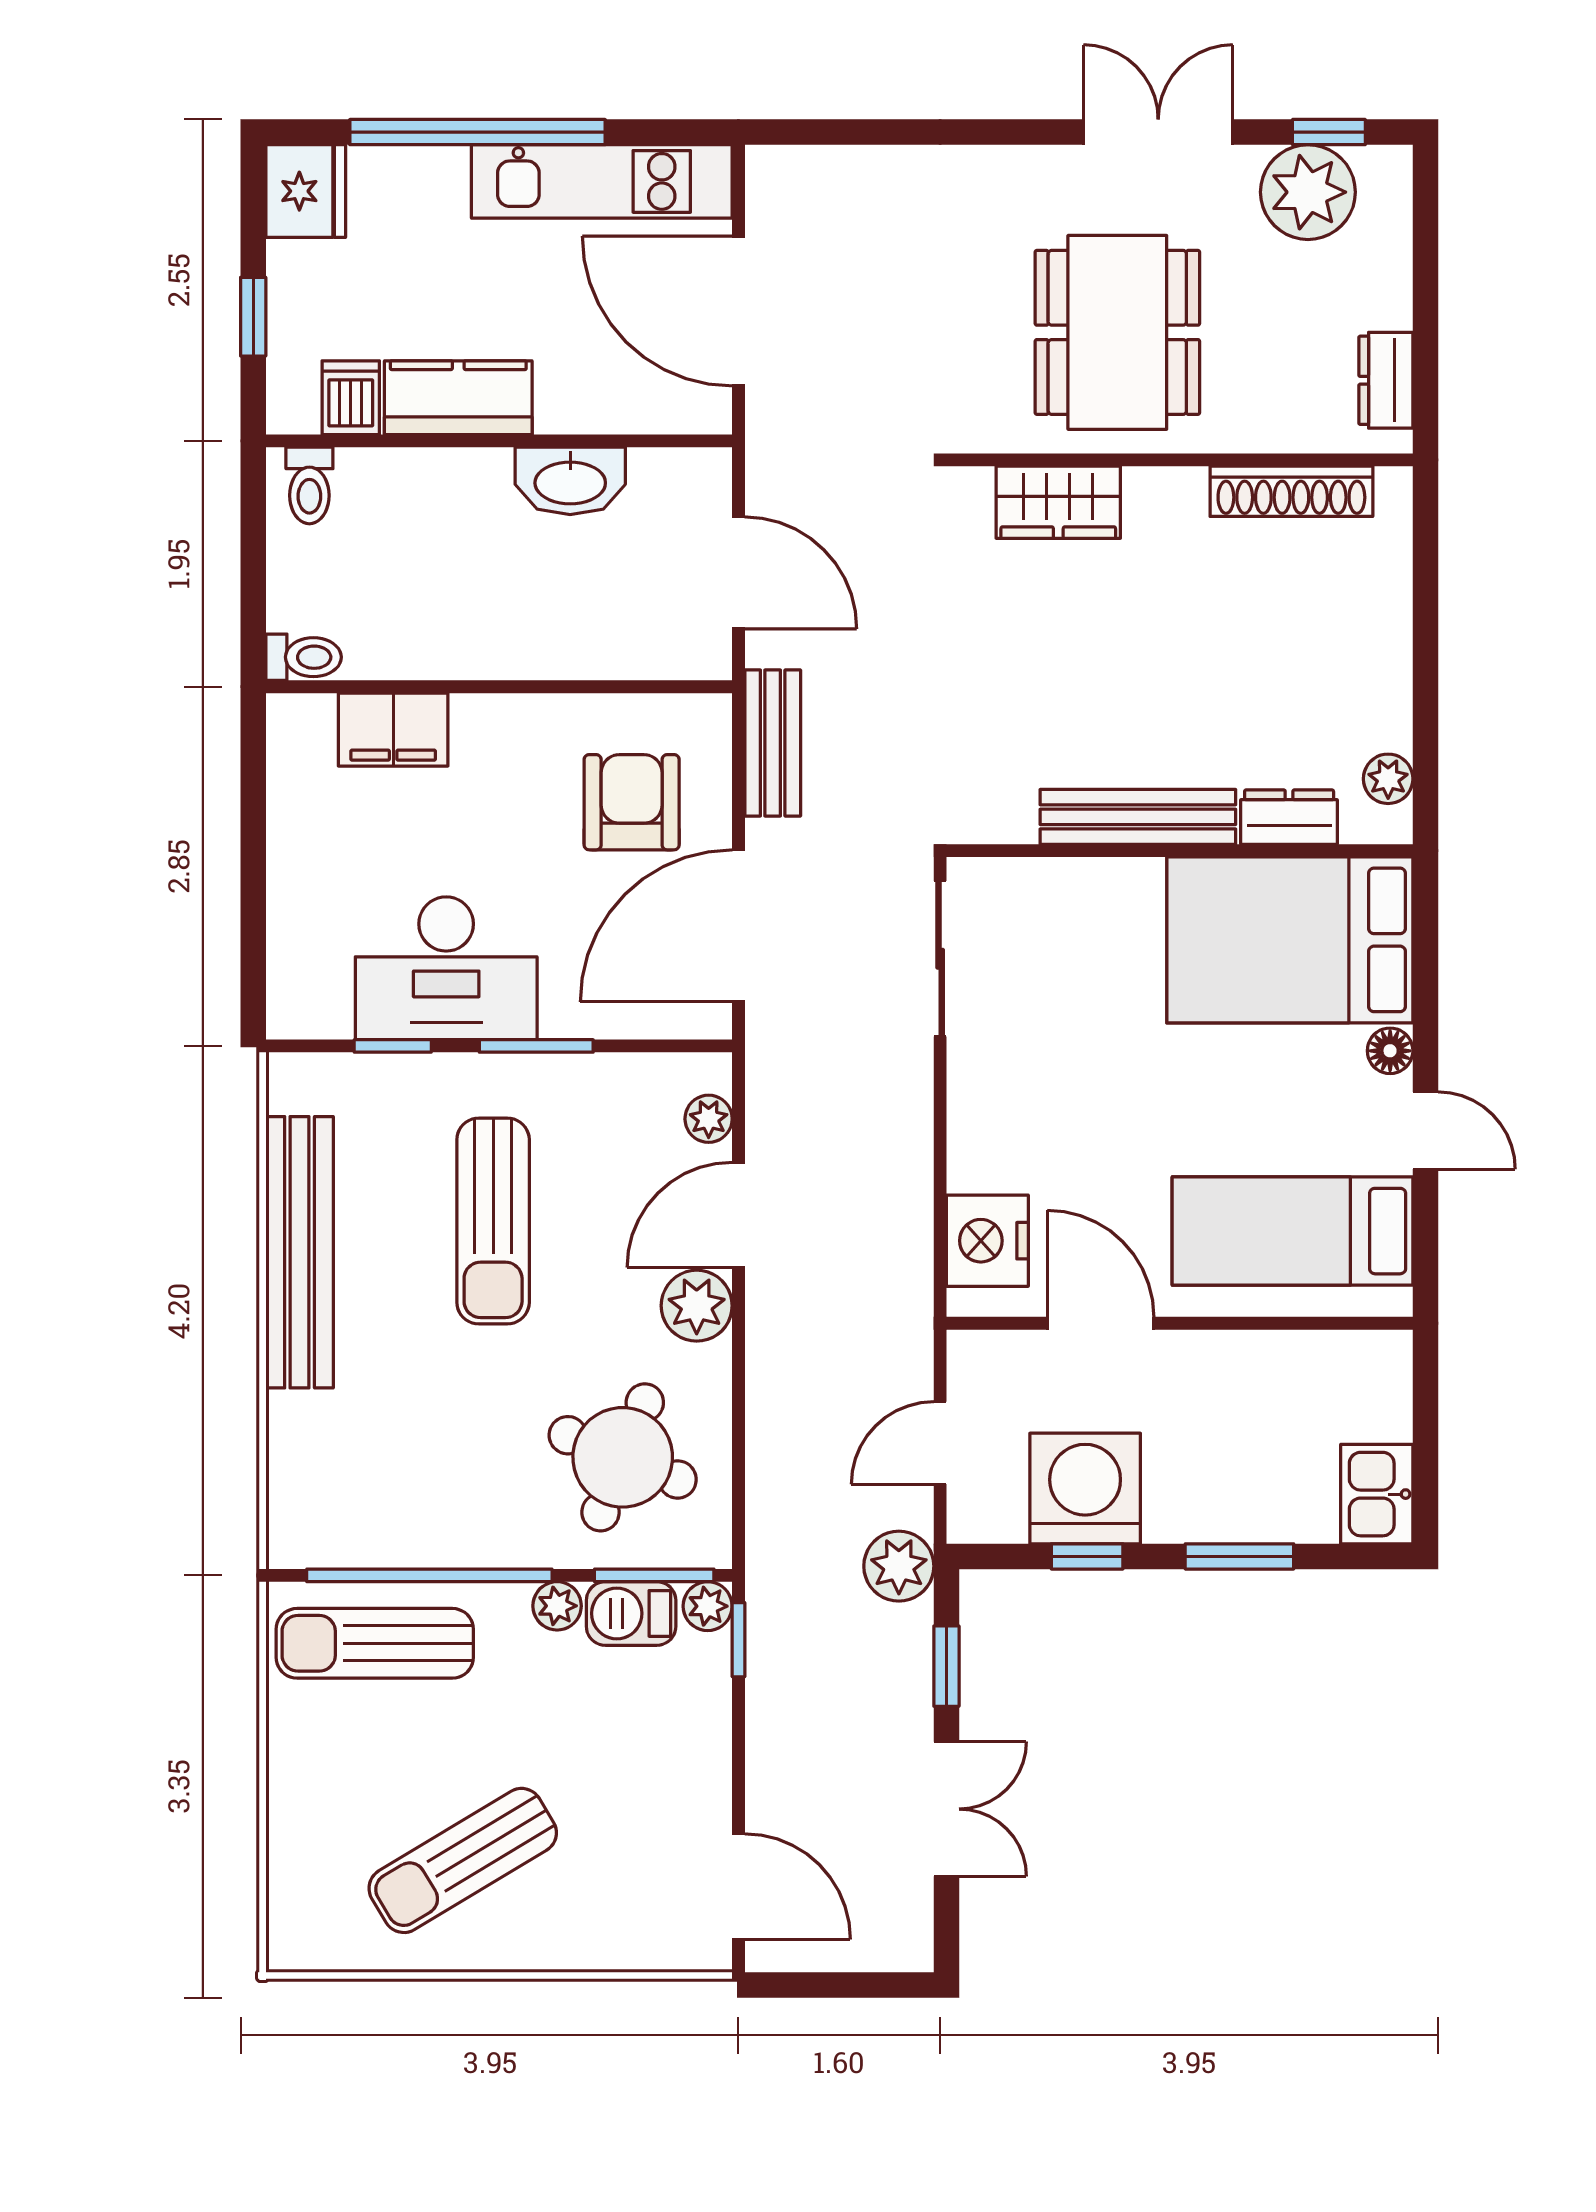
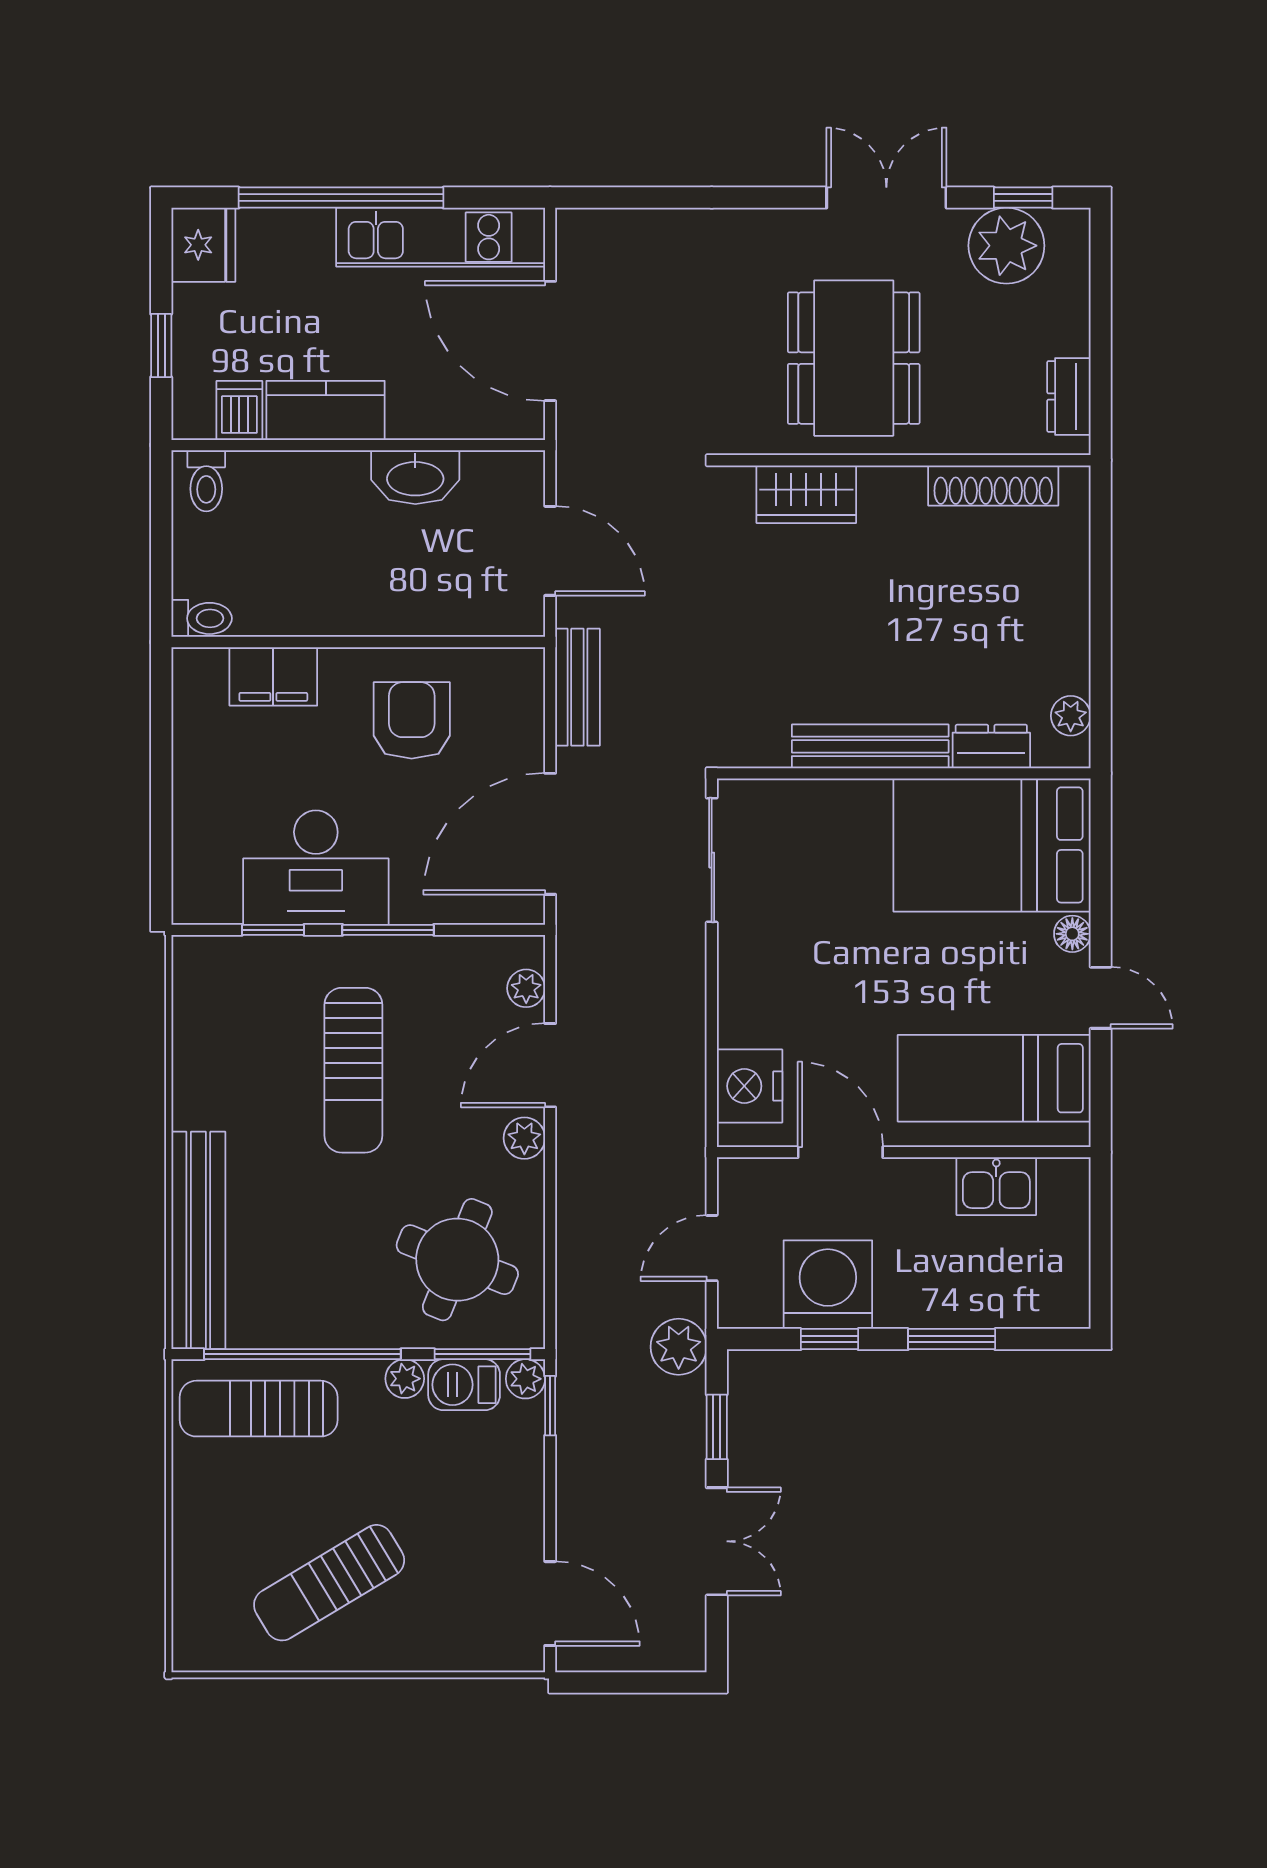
armchair: (632, 802) -> (412, 720), moved
bench: (300, 1252) -> (198, 1240), moved
plant: (697, 1306) -> (524, 1138), width x0.73, depth x0.73
kitchen sink: (1377, 1494) -> (996, 1186), moved, turned -90

